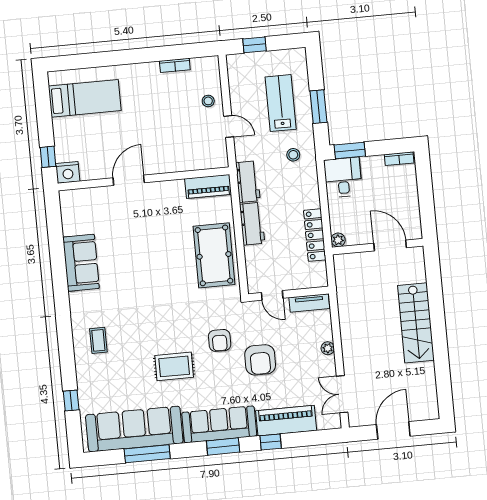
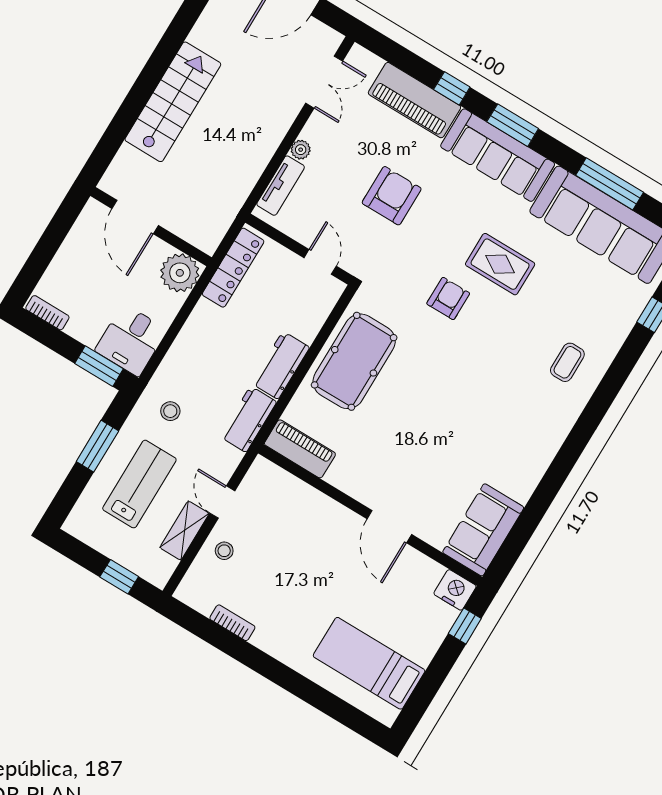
shelving: (238, 96) -> (184, 531), added
lab bench: (281, 103) -> (139, 484), turned 180
door: (129, 180) -> (389, 527), hinge flipped
locker: (315, 235) -> (233, 268), moved
plant: (338, 240) -> (180, 273), width x1.88, depth x1.88
sofa: (81, 263) -> (483, 530), moved
tv unit: (309, 303) -> (281, 186), moved, turned 90
armchair: (220, 340) -> (448, 298), moved

